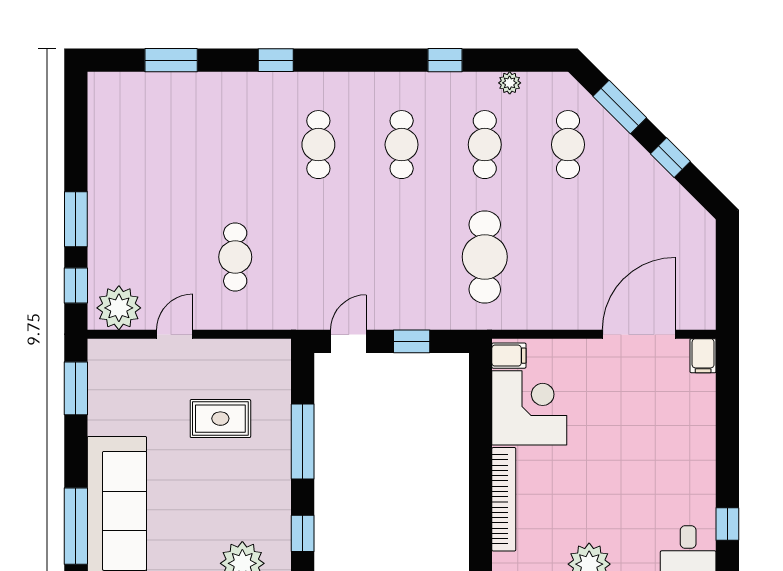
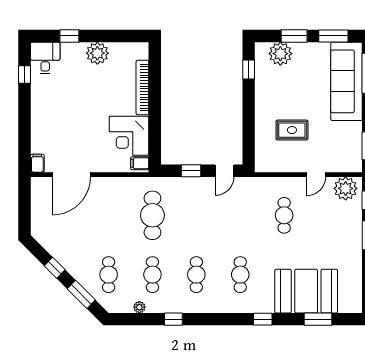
booth: (193, 113) -> (306, 291), added
window: (303, 441) -> (249, 118), removed

